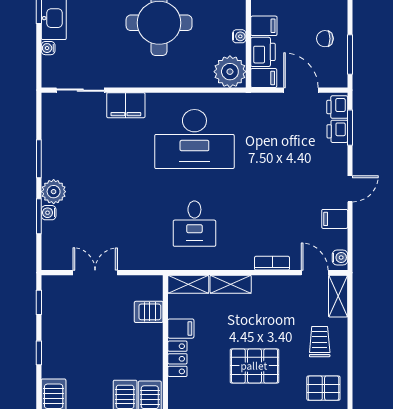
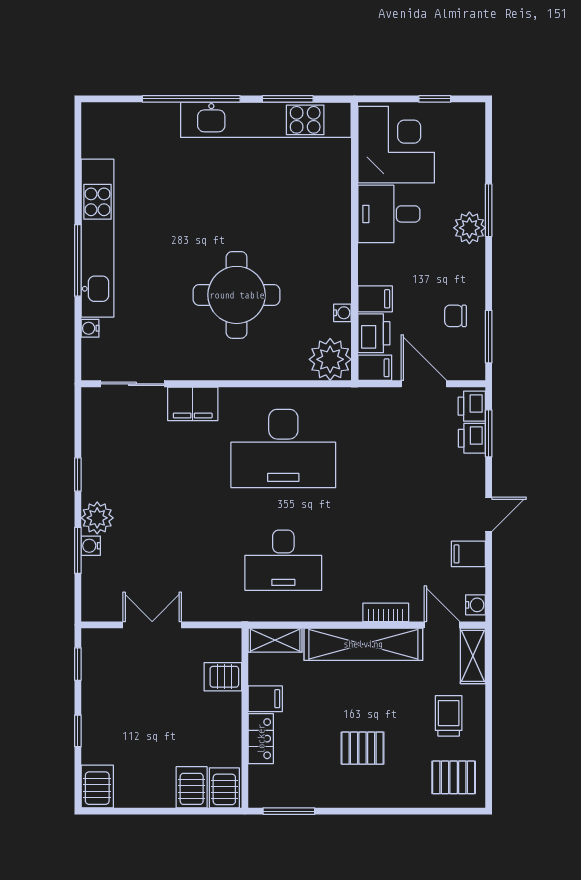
window: (39, 159) -> (78, 475), width x0.67
desk: (194, 224) -> (283, 560), width x1.37
shelving: (231, 284) -> (363, 644), width x2.20, depth x1.33
pallet: (254, 366) -> (363, 748), width x0.67, depth x0.71

